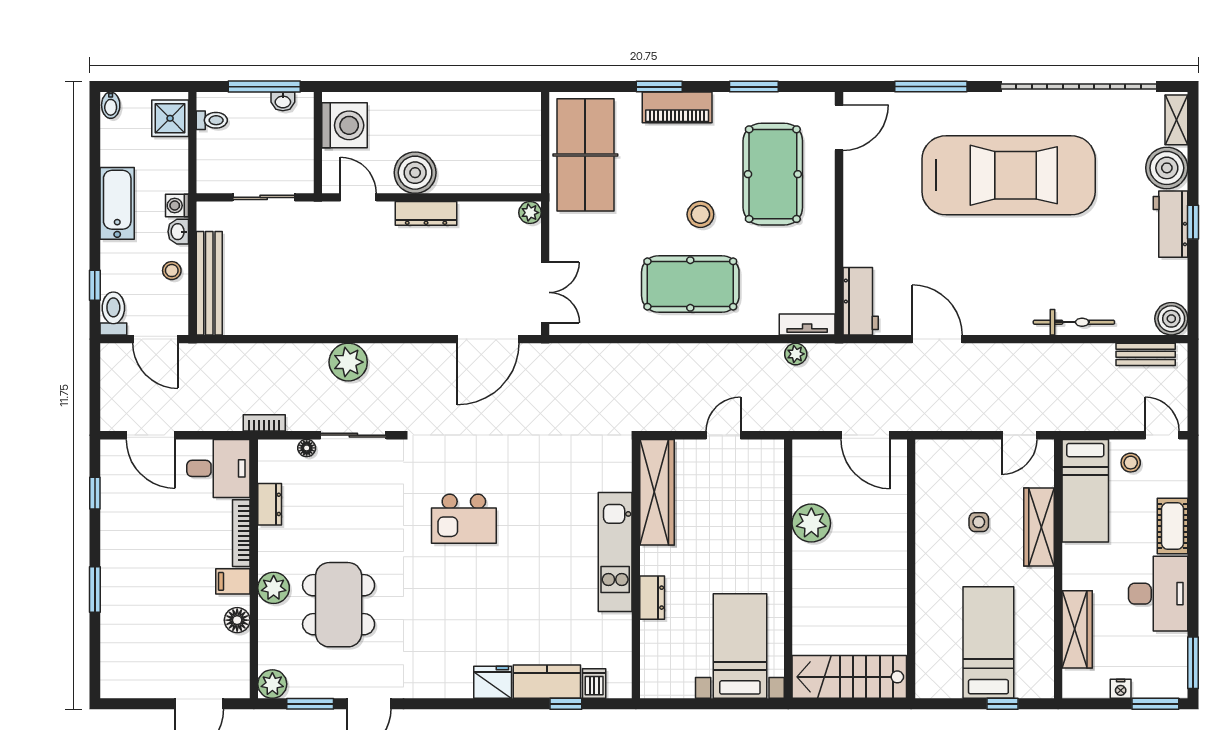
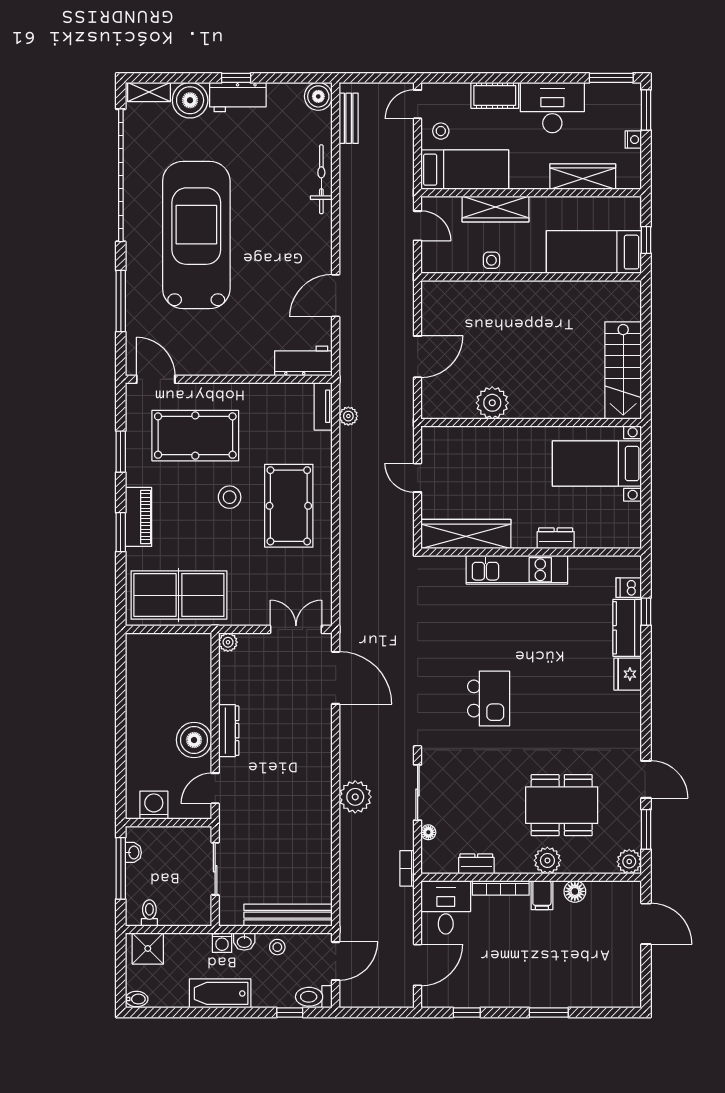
washing machine: (345, 125) -> (154, 805), width x0.73, depth x0.73
wall: (911, 569) -> (531, 277), moved

